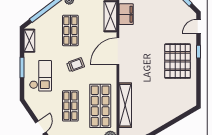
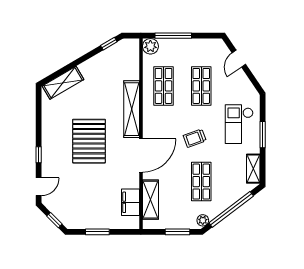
pallet: (178, 61) -> (89, 141), moved
shelving: (125, 105) -> (132, 109), moved
shop shelf: (100, 106) -> (163, 86), width x0.70, depth x0.74
shelving: (179, 108) -> (63, 83), added

